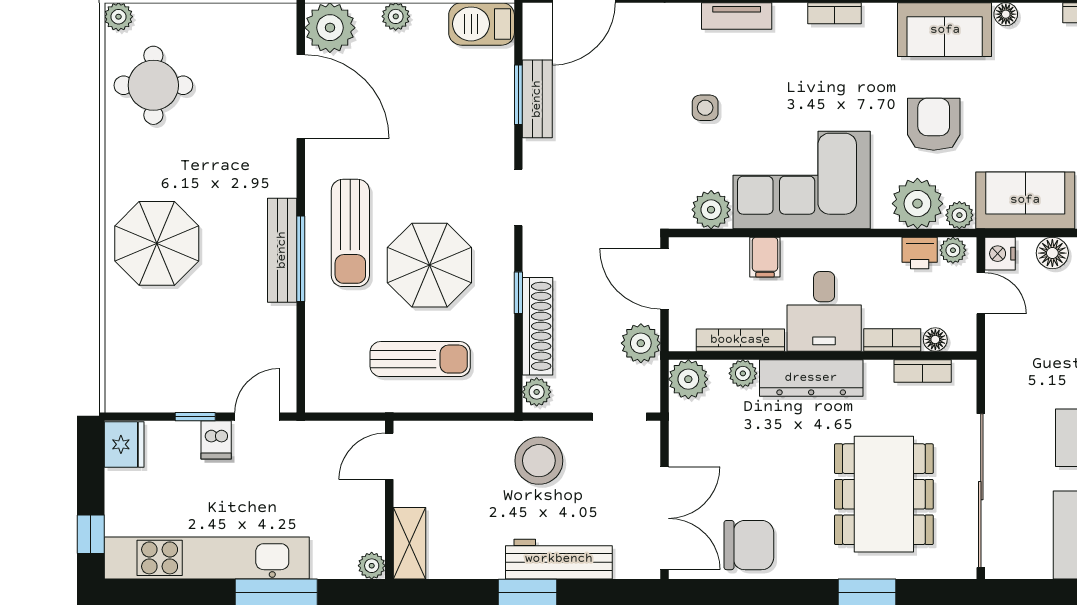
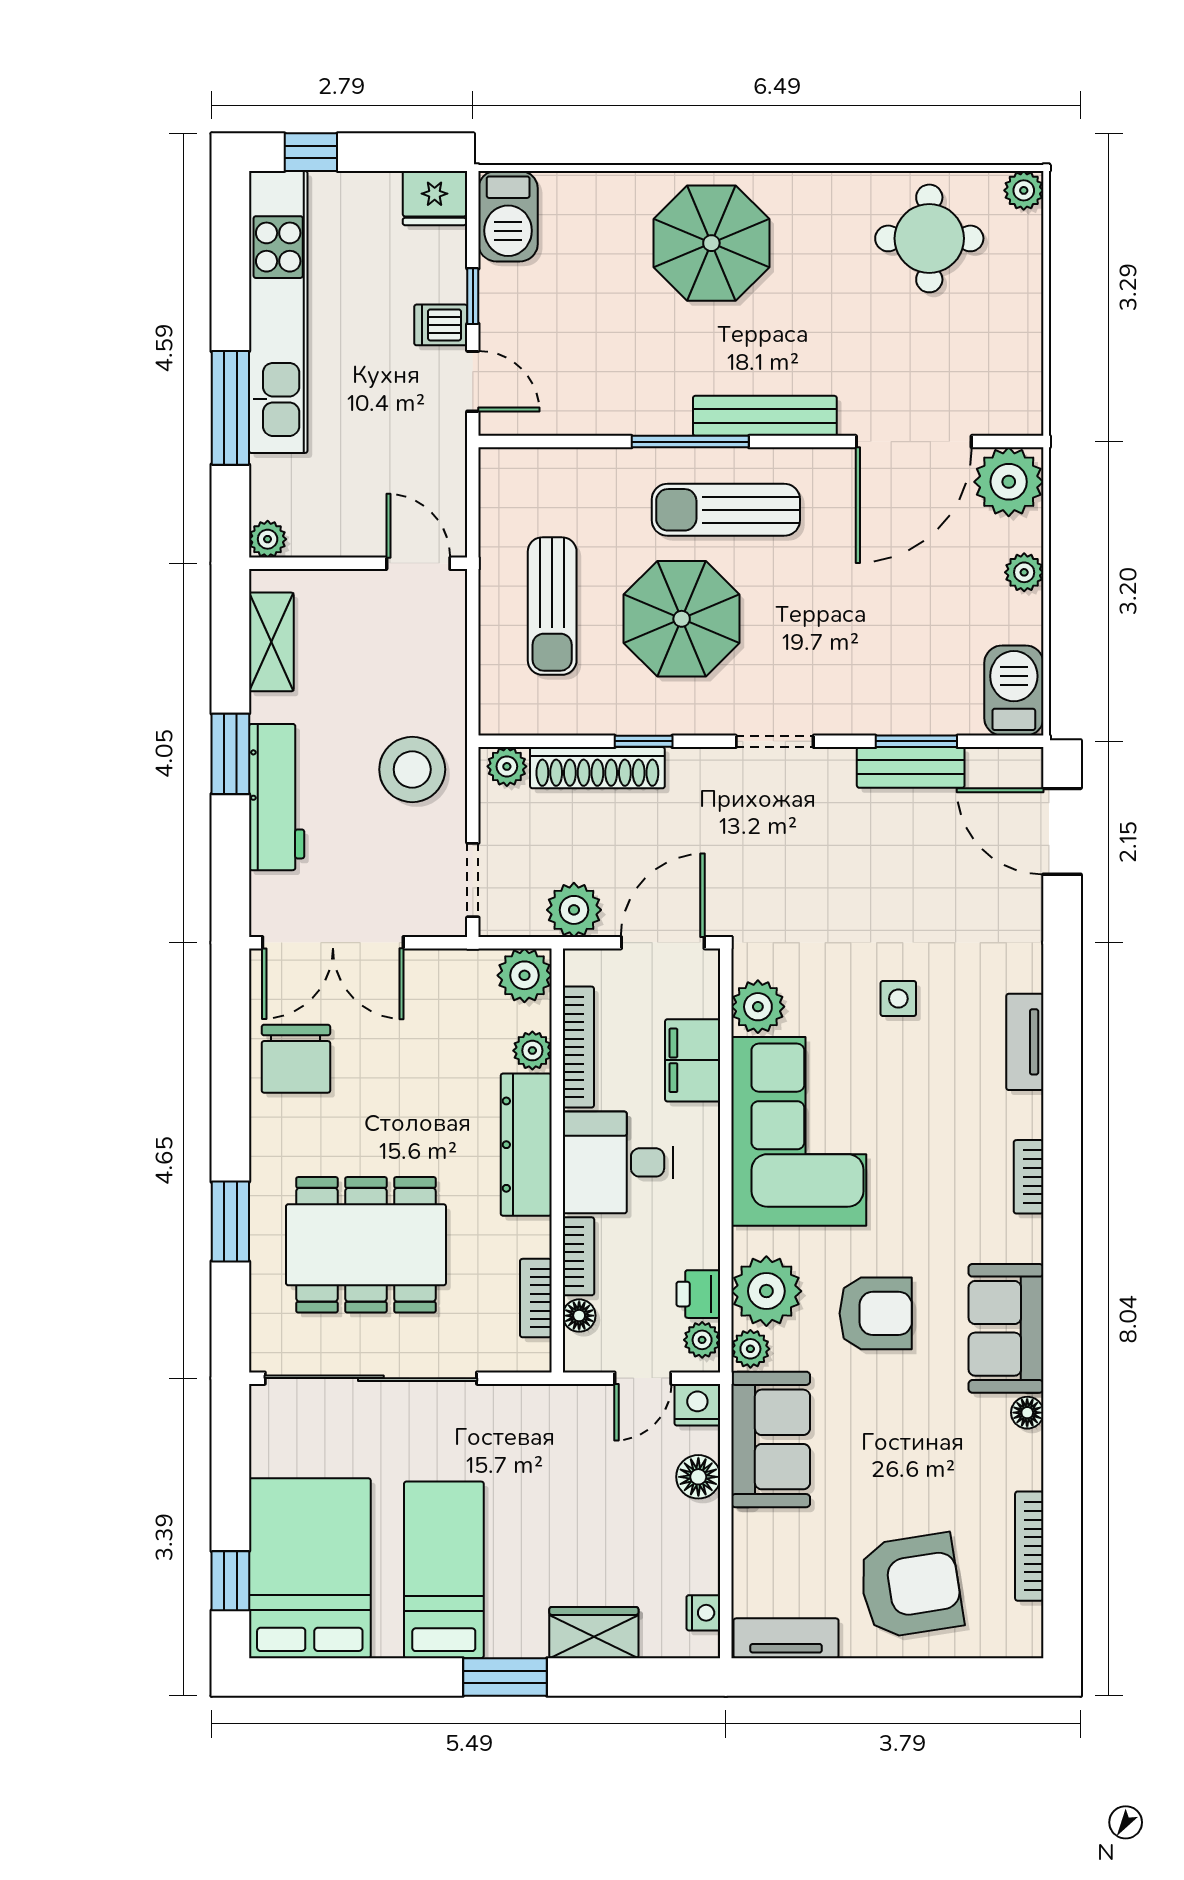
bench: (282, 250) -> (765, 416), moved
filing cabinet: (765, 257) -> (693, 1060), width x2.00
barbecue: (137, 391) -> (508, 216), added
shelving: (409, 543) -> (271, 642), moved, turned 90

